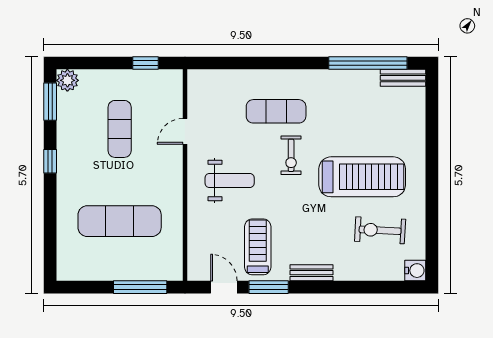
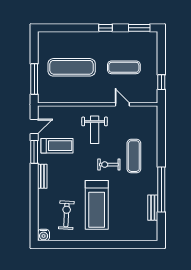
window: (368, 63) -> (161, 190), moved
bench: (403, 78) -> (153, 208), moved
plant: (67, 80) -> (151, 38), removed
exercise mat: (120, 221) -> (72, 67), turned 90

